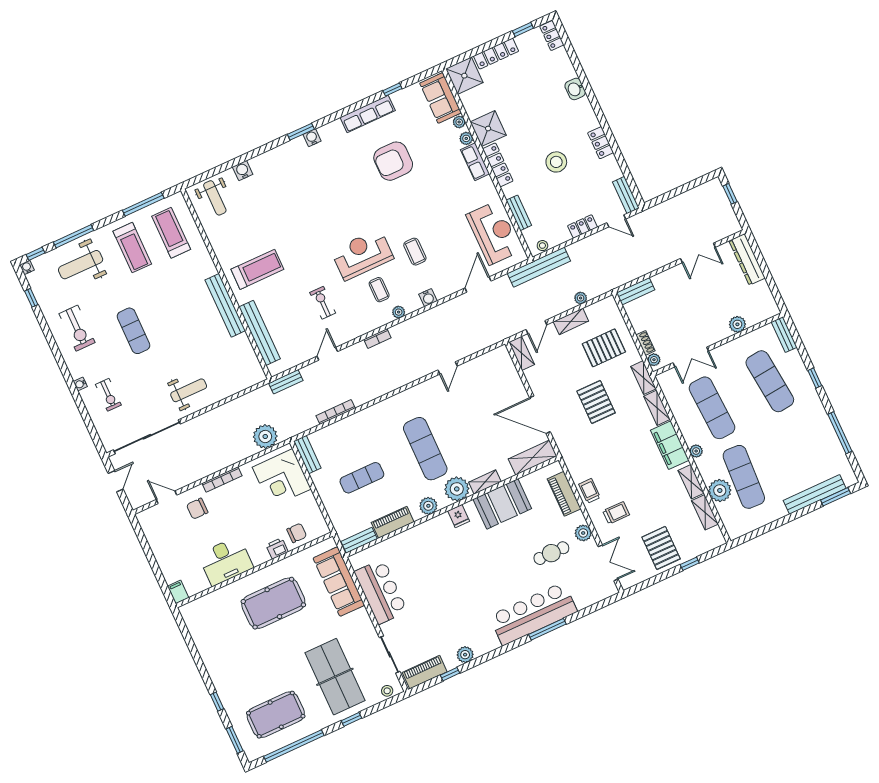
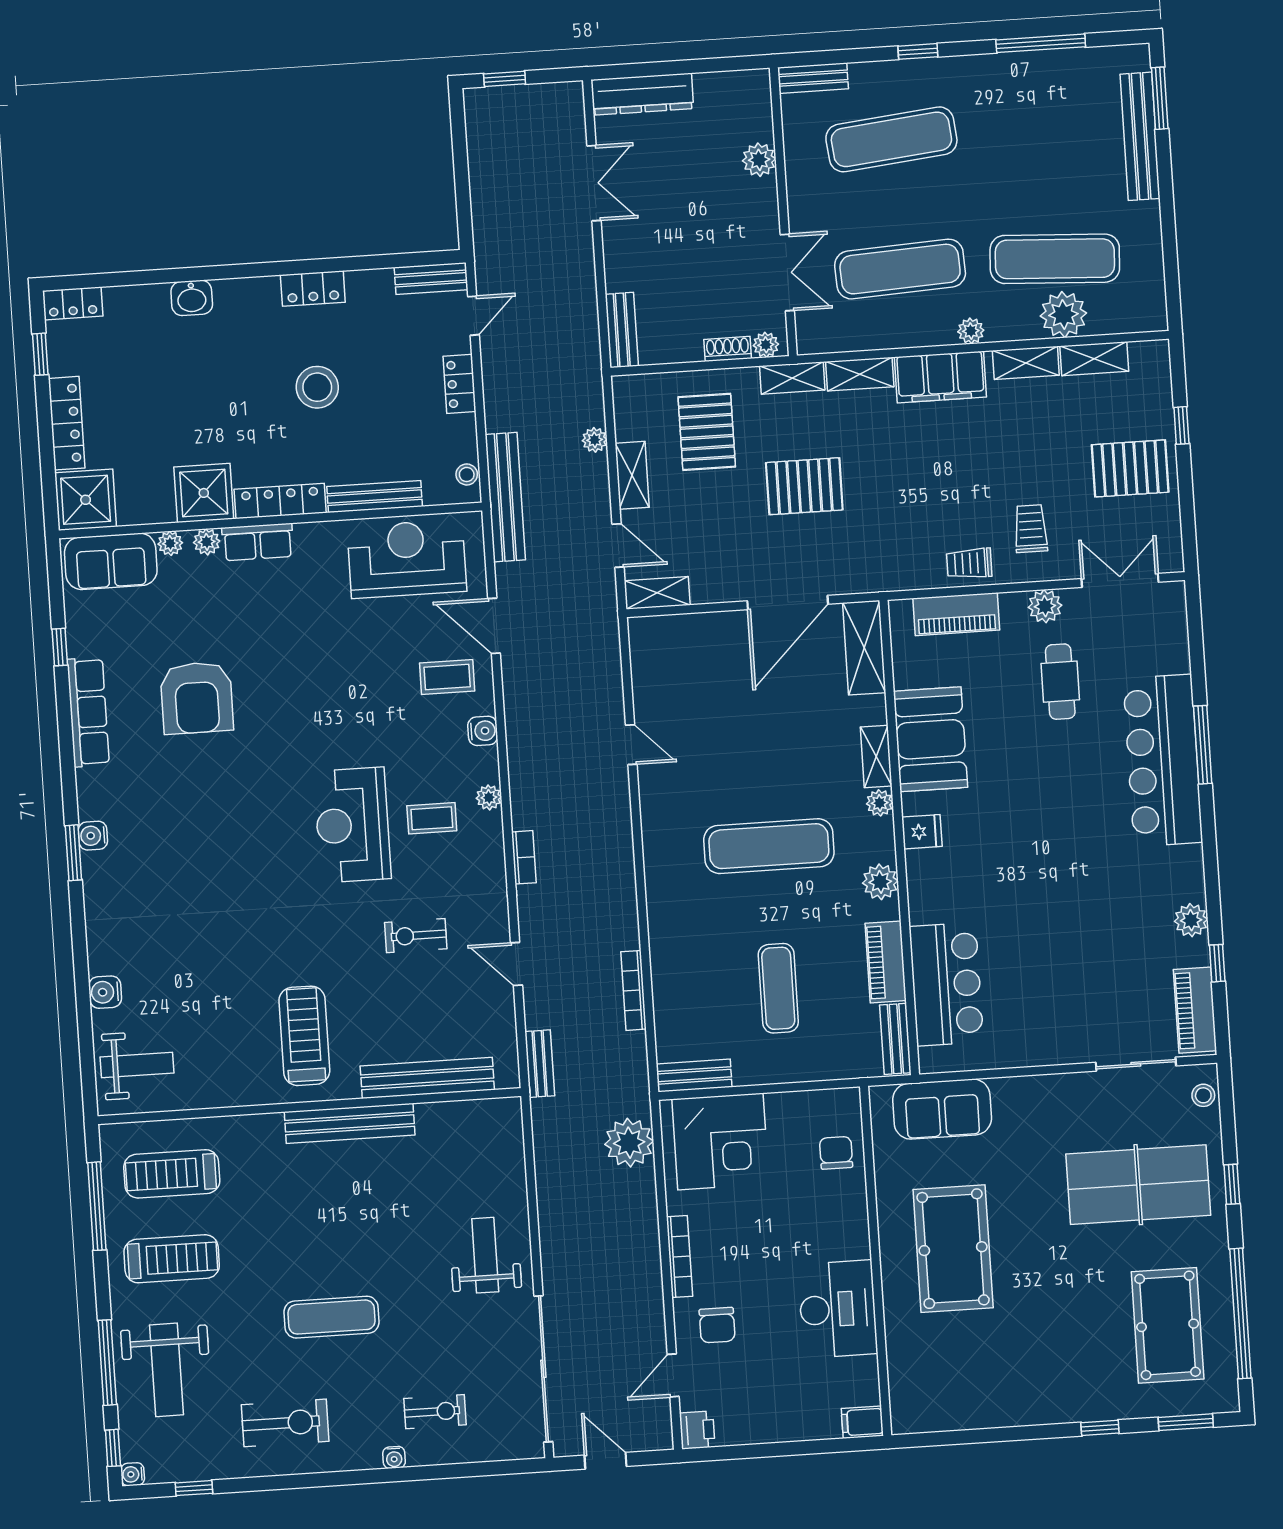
bench: (519, 213) -> (375, 496), width x1.36
coffee table: (415, 252) -> (447, 677), moved
plant: (457, 489) -> (880, 803), width x0.53, depth x0.53
printer: (277, 548) -> (697, 1430), moved, turned 180
sofa: (339, 582) -> (942, 1109), width x0.73
bar counter: (381, 592) -> (946, 984), moved, turned 90

